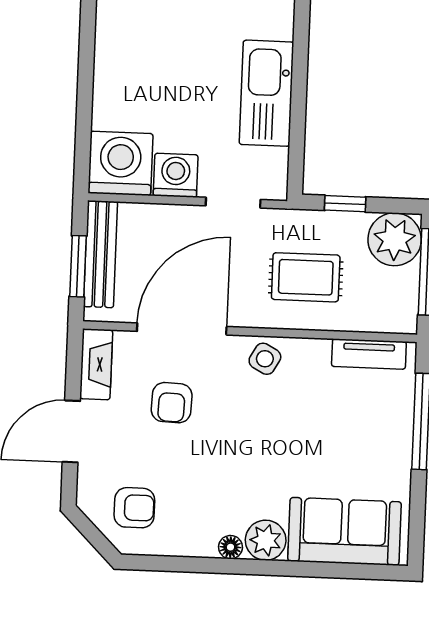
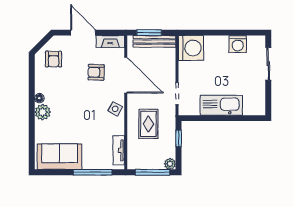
washing machine: (176, 175) -> (238, 44), moved, turned 90
plant: (395, 239) -> (170, 164), width x0.53, depth x0.53
sofa: (344, 531) -> (60, 157), moved, turned -90

